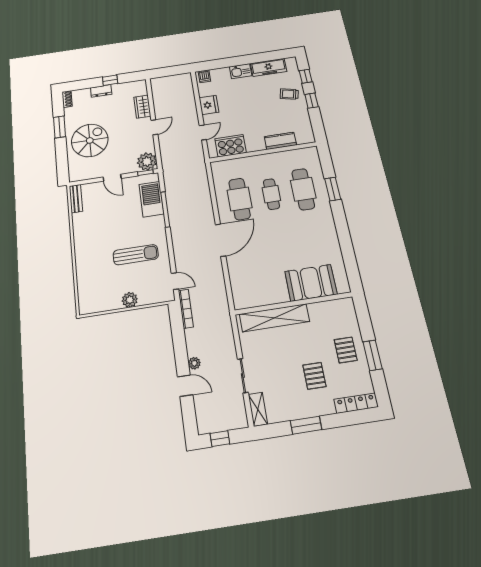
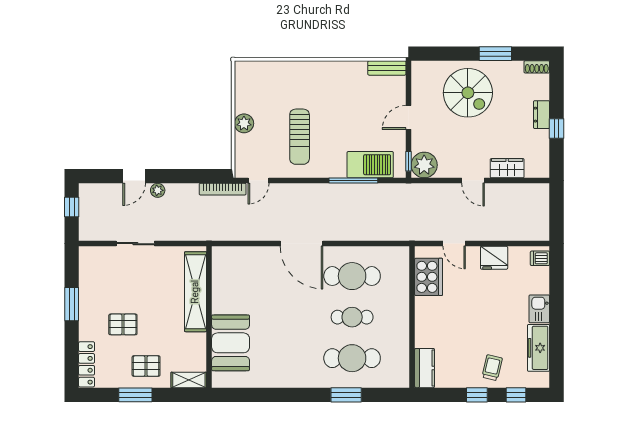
kitchen counter: (280, 141) -> (425, 368), moved
shelving: (258, 409) -> (189, 380), moved

